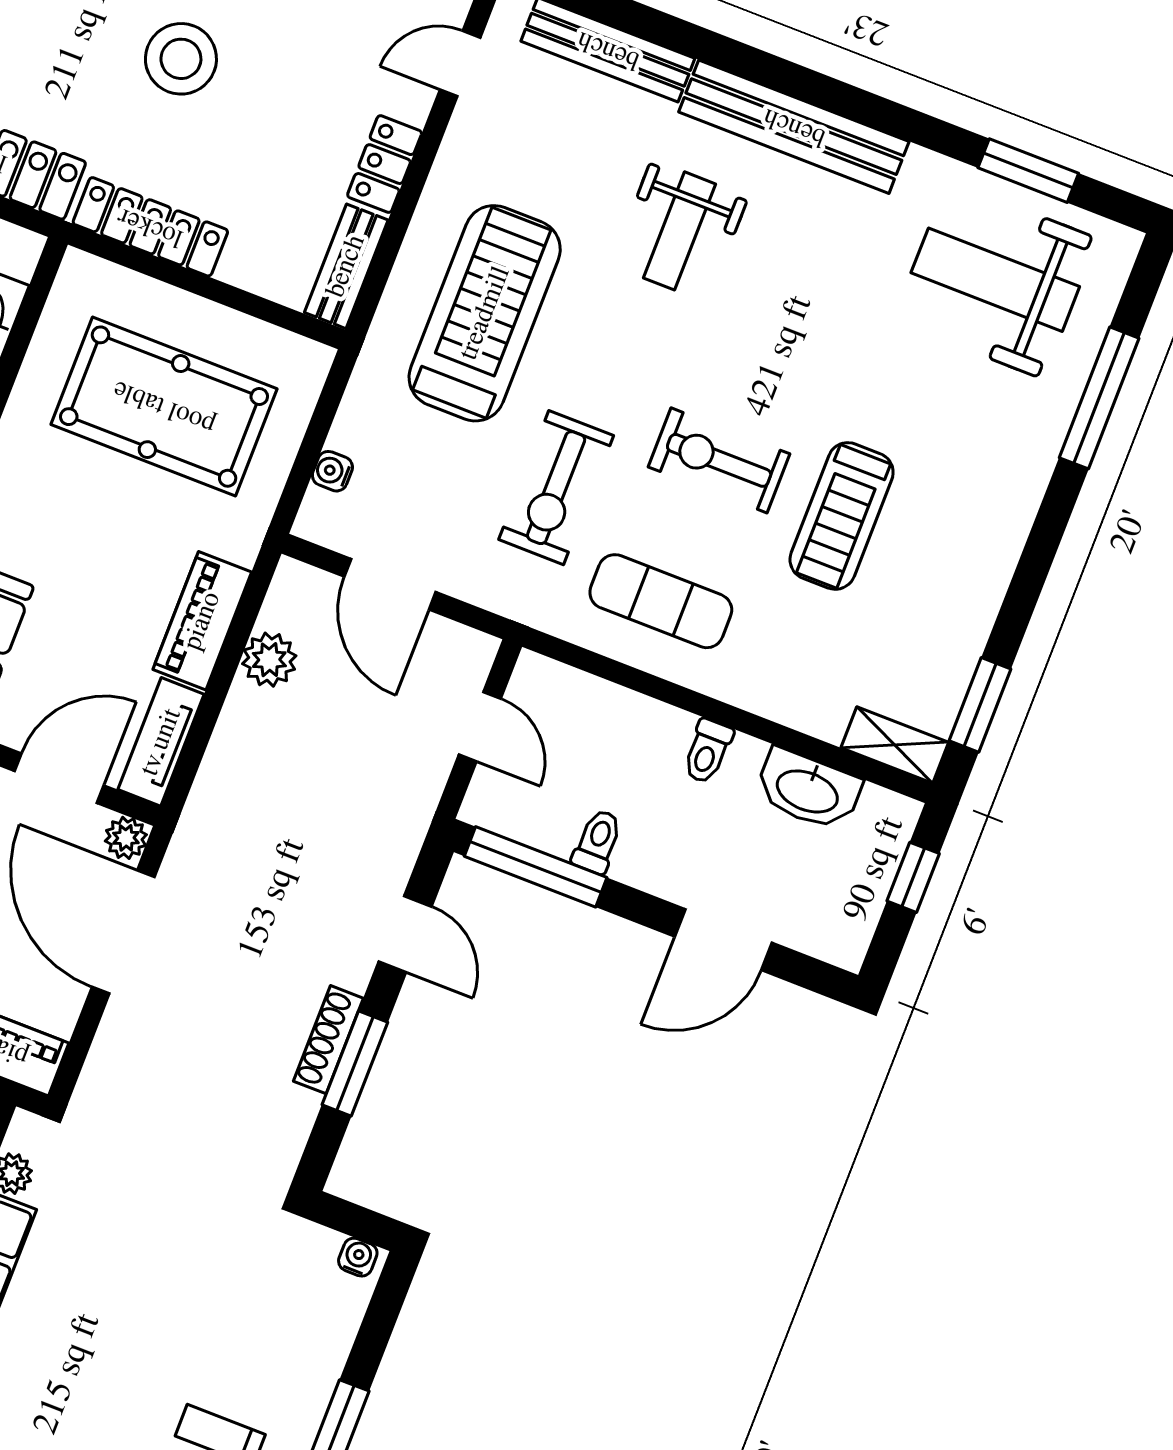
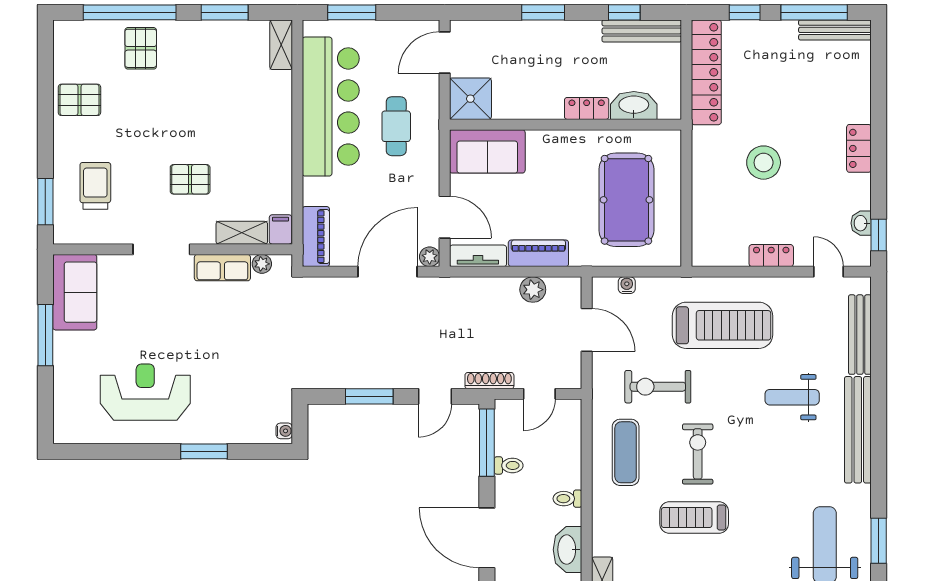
stool: (181, 59) -> (764, 163), moved
locker: (150, 227) -> (703, 163), removed
bench: (346, 266) -> (720, 256), removed
door: (390, 584) -> (587, 330), swing flipped
door: (723, 940) -> (487, 538), width x1.36
shoe rack: (328, 1040) -> (489, 381), moved

